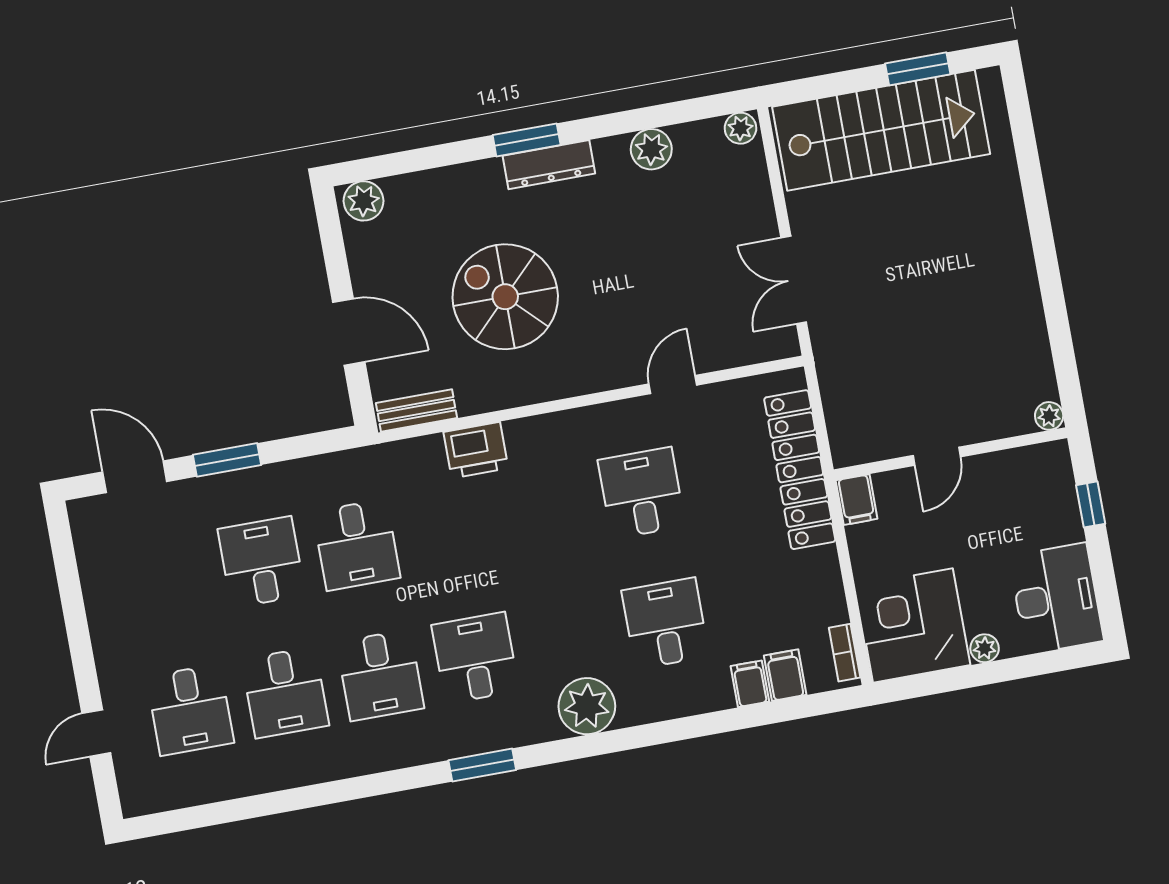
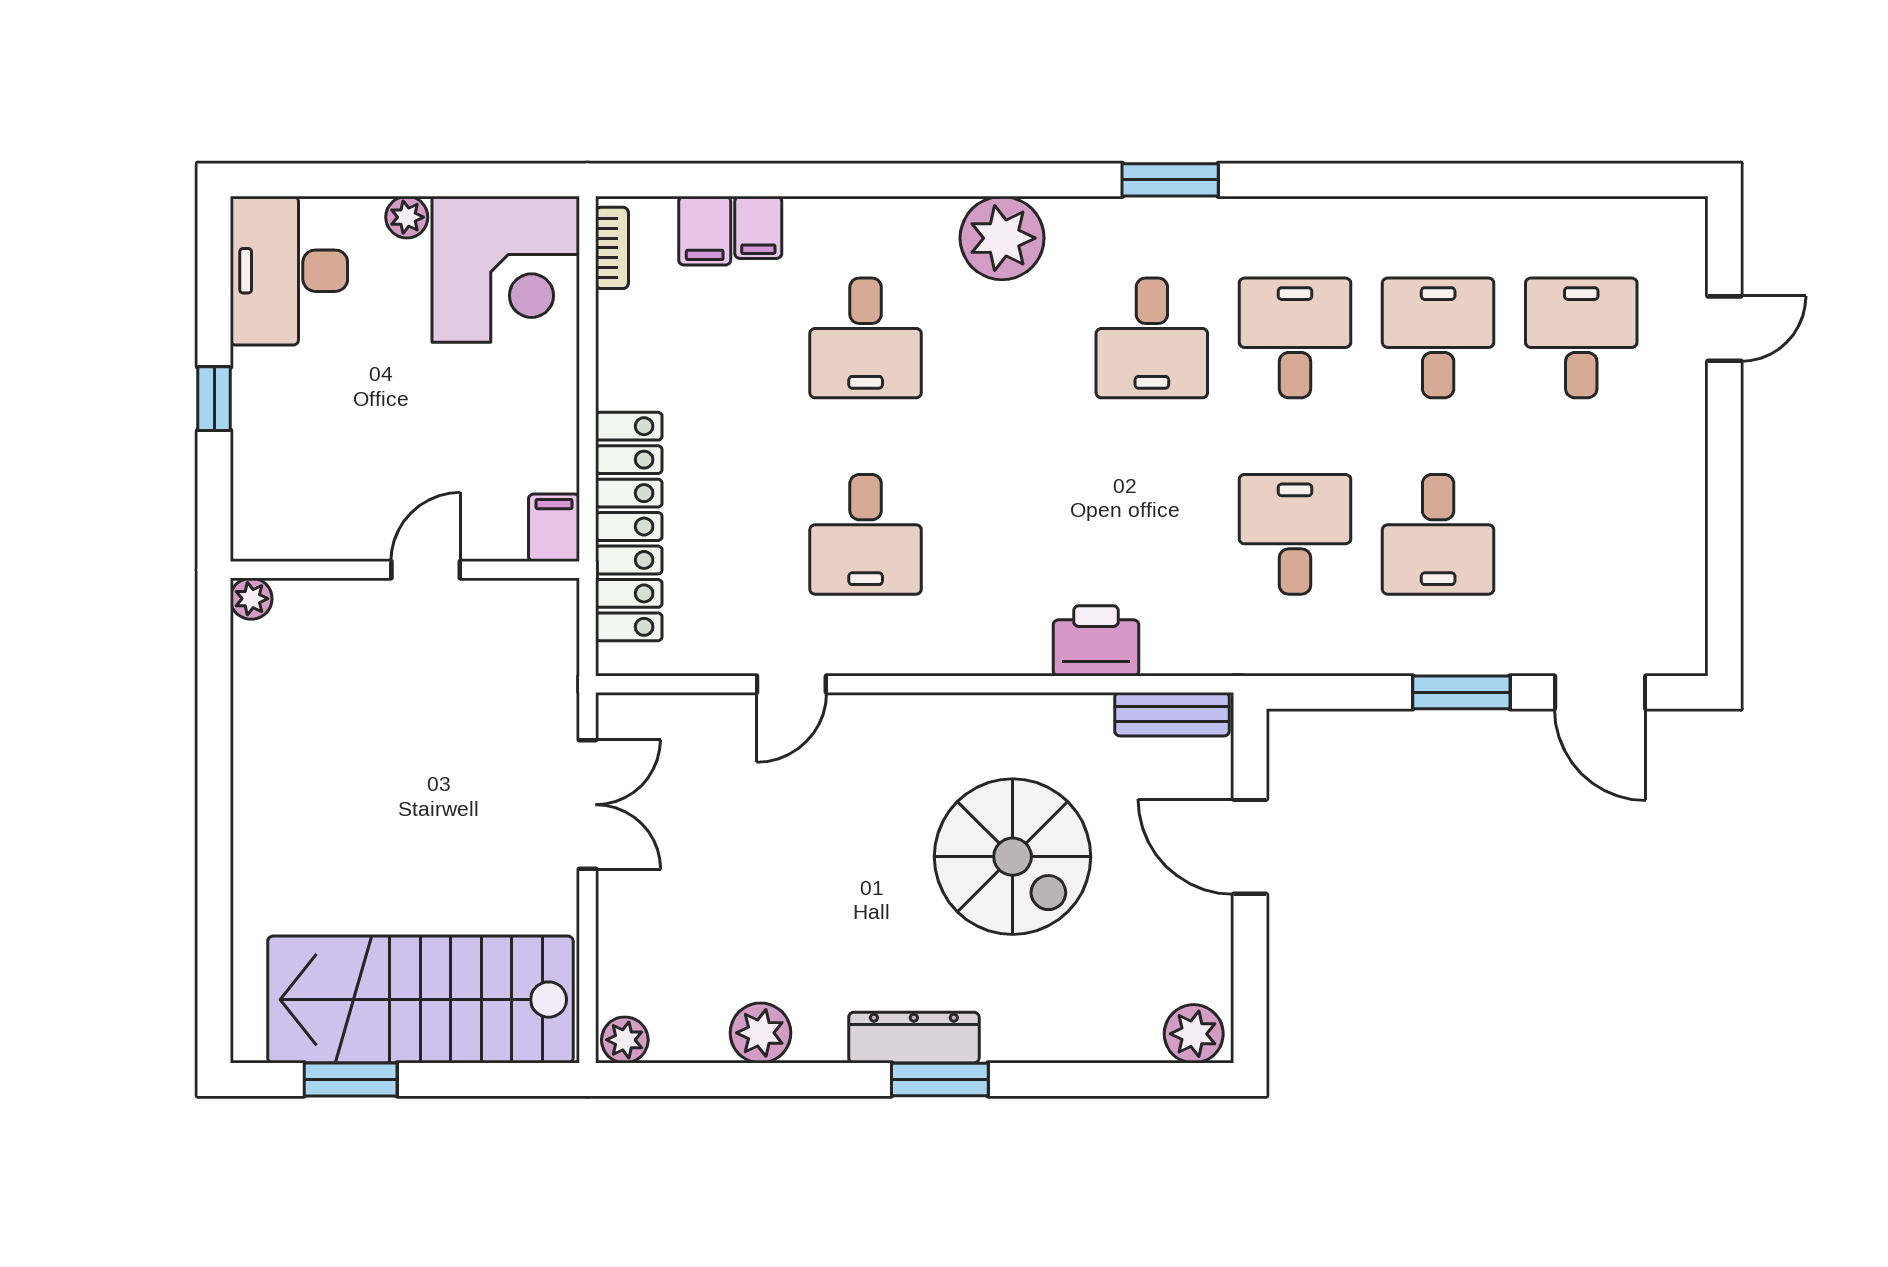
plant: (1049, 416) -> (251, 599), moved
wall: (951, 454) -> (405, 570), moved
door: (937, 456) -> (426, 570), moved
filing cabinet: (857, 500) -> (554, 528), moved

